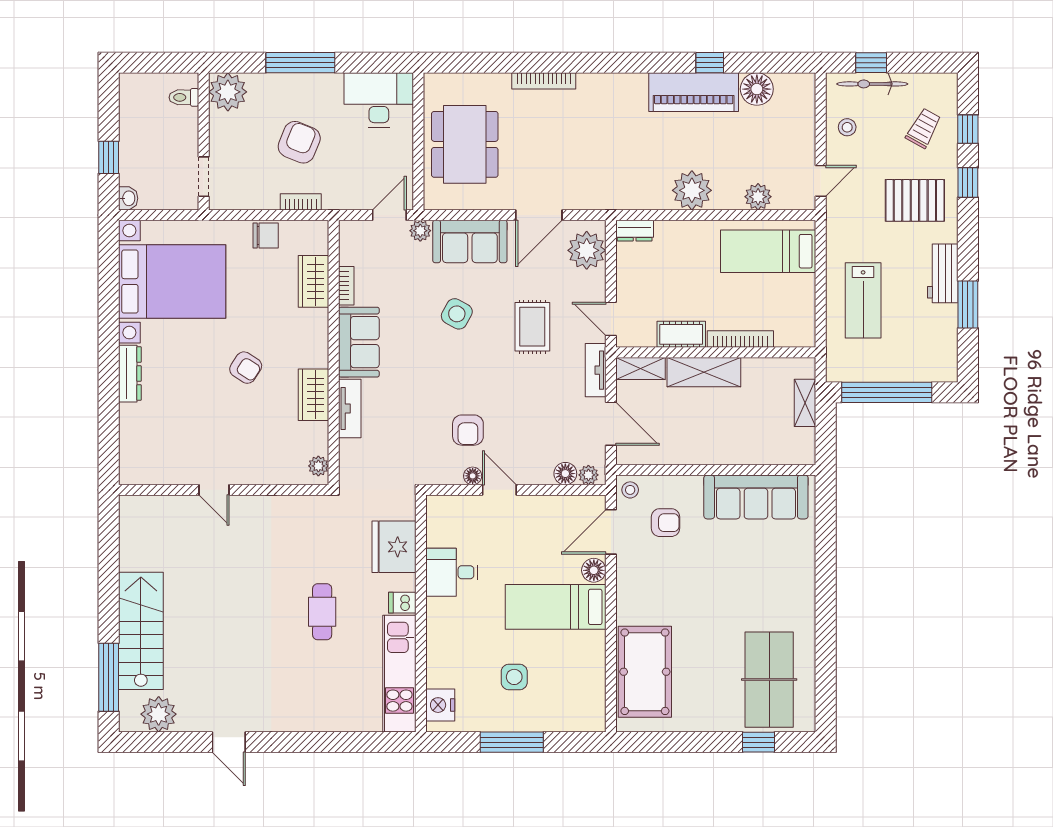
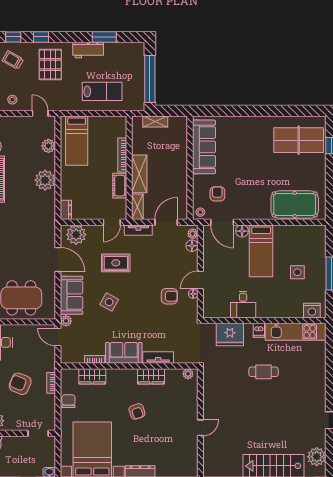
armchair: (246, 368) -> (137, 411), turned 129

